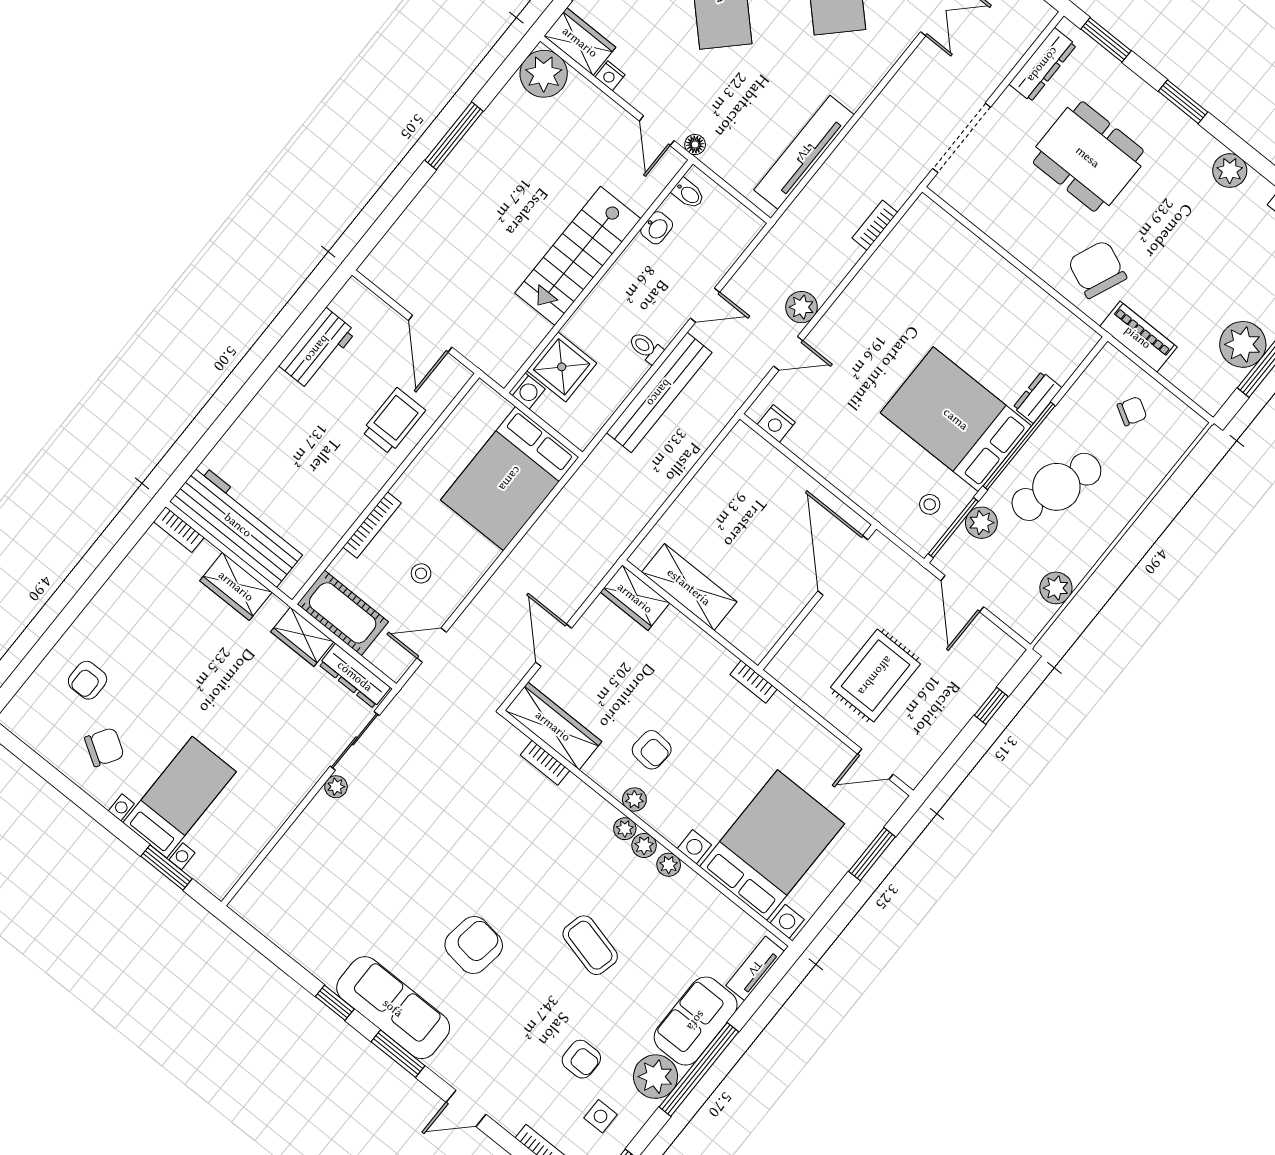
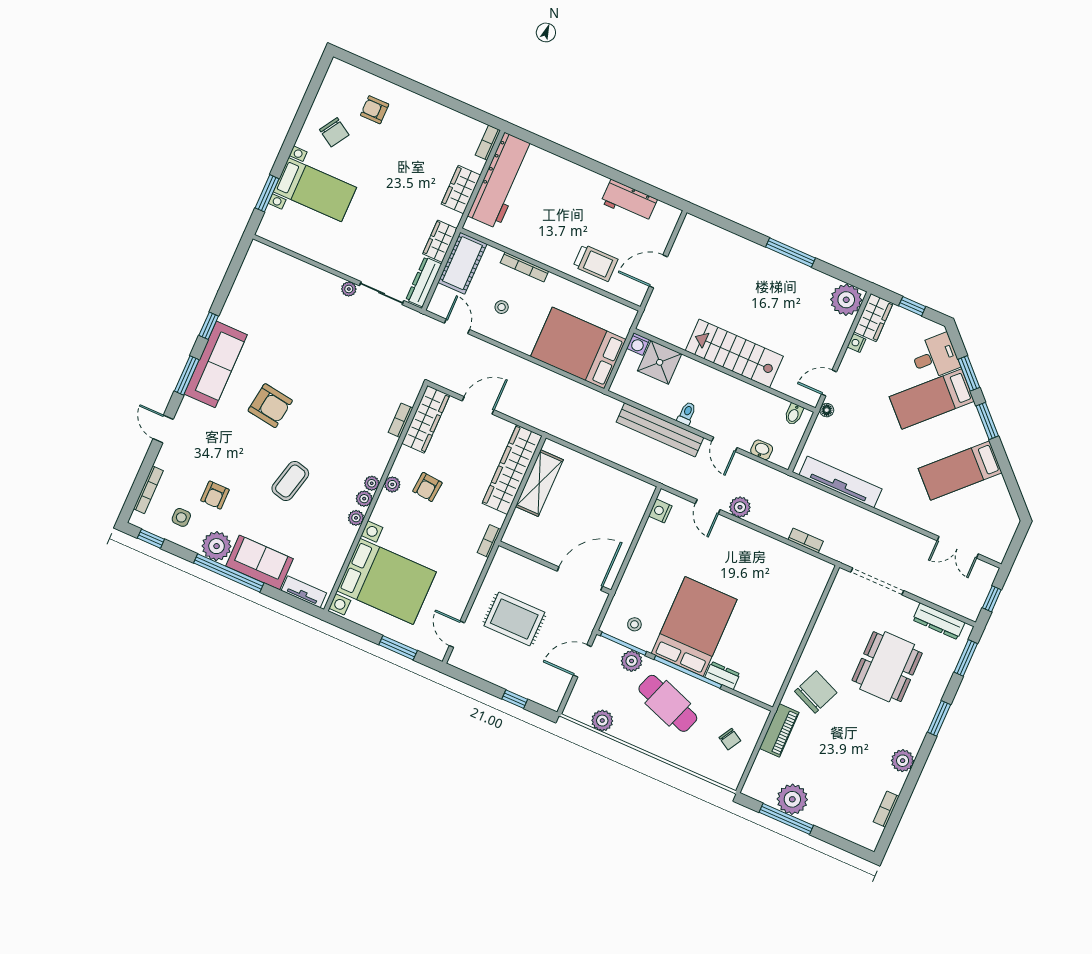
washbasin: (657, 228) -> (762, 450), moved, turned 180
wardrobe: (635, 598) -> (512, 470), width x2.10, depth x1.17

